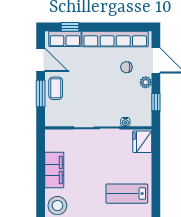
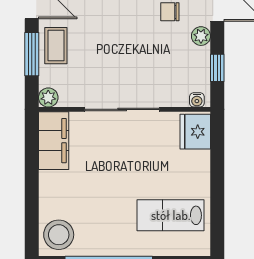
plant: (51, 120) -> (48, 98), added
water cooler: (125, 122) -> (197, 100), moved
filing cabinet: (54, 170) -> (54, 141), moved

